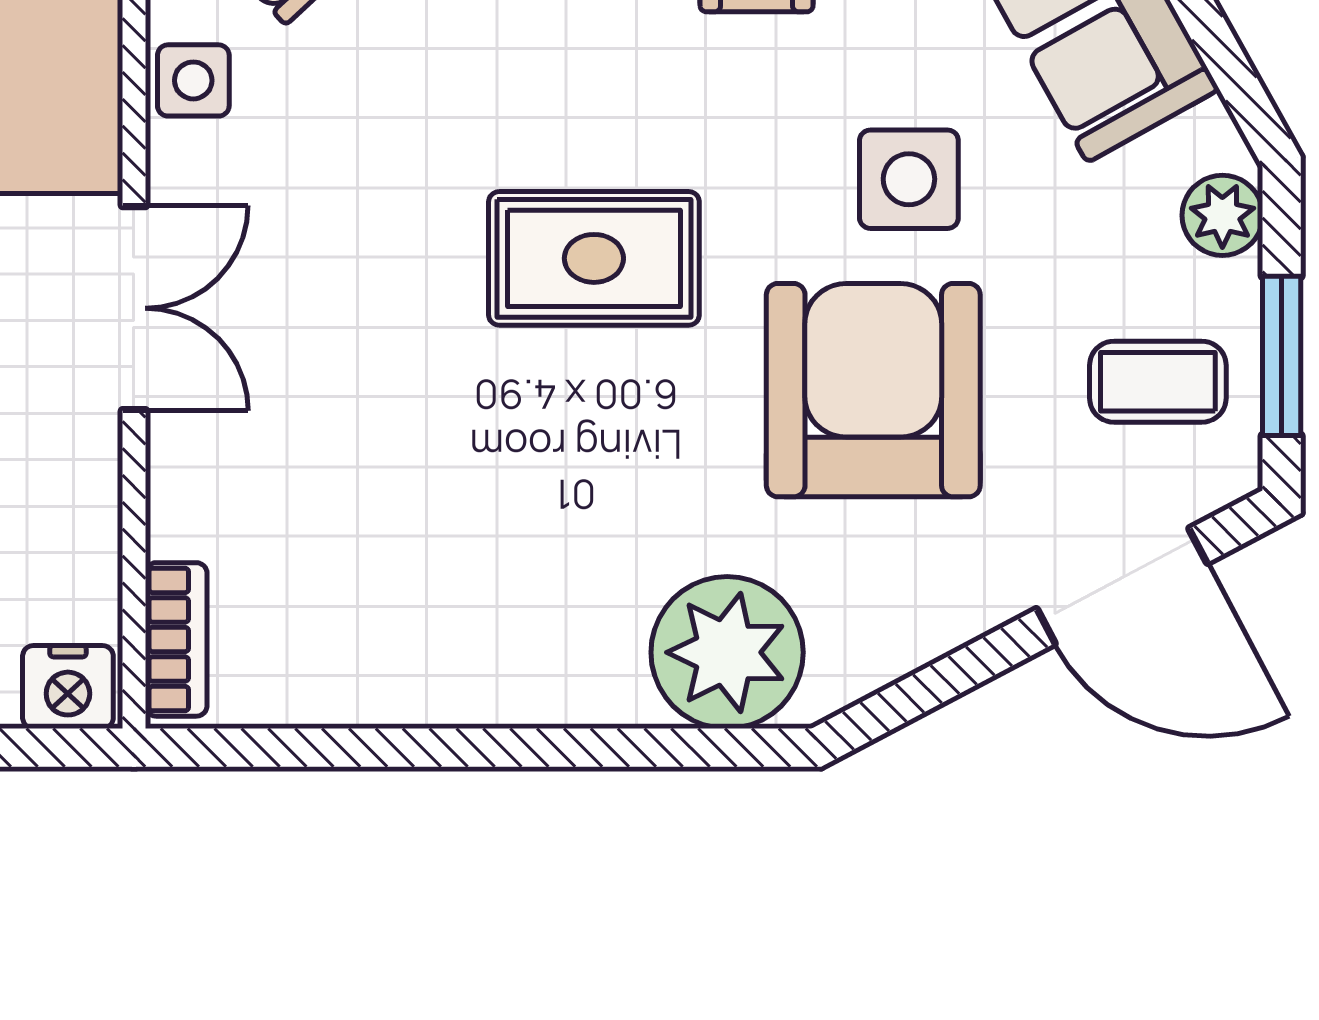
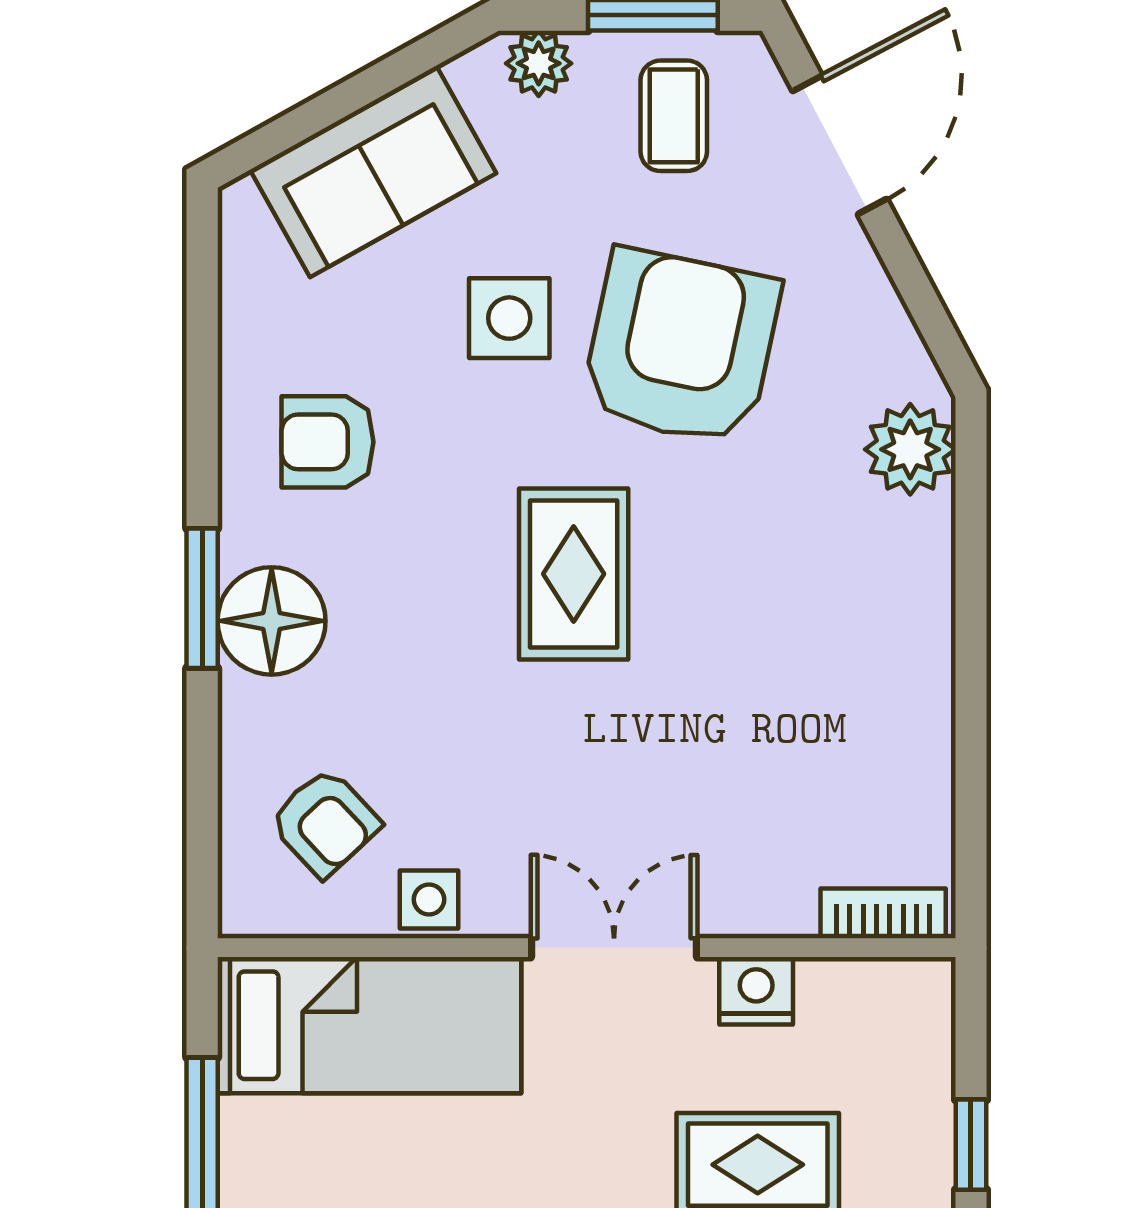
armchair: (873, 390) -> (681, 347), turned 102
plant: (727, 652) -> (910, 449), width x0.73, depth x0.73
nightstand: (68, 687) -> (756, 991), moved, turned -90

